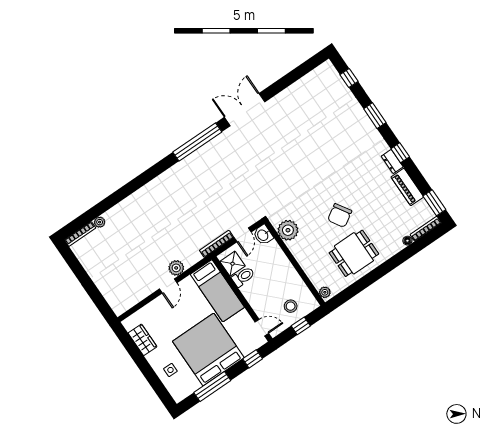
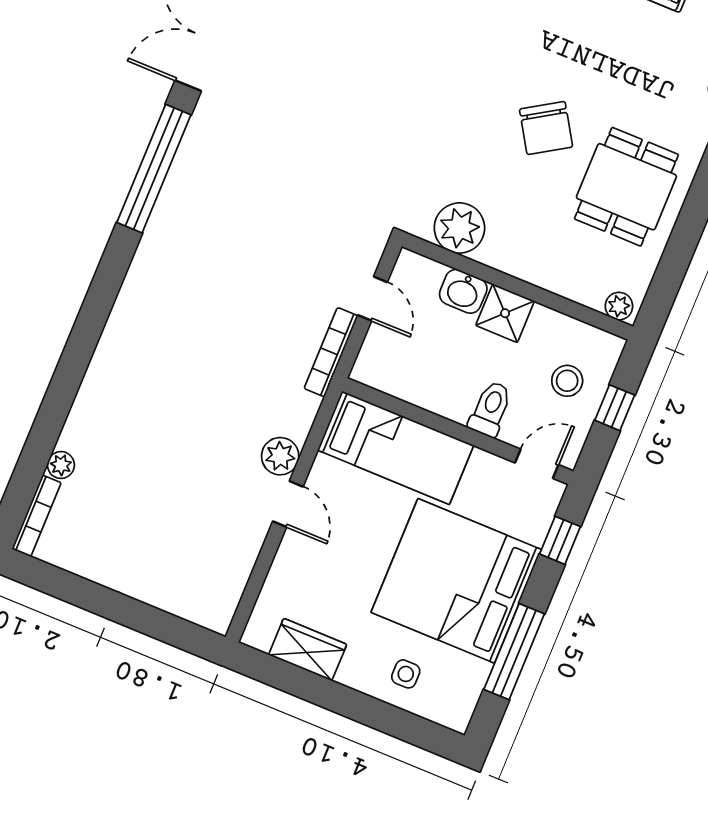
washbasin: (263, 235) -> (463, 291), moved
shower: (233, 264) -> (505, 313), moved
toilet: (243, 277) -> (490, 409), moved

